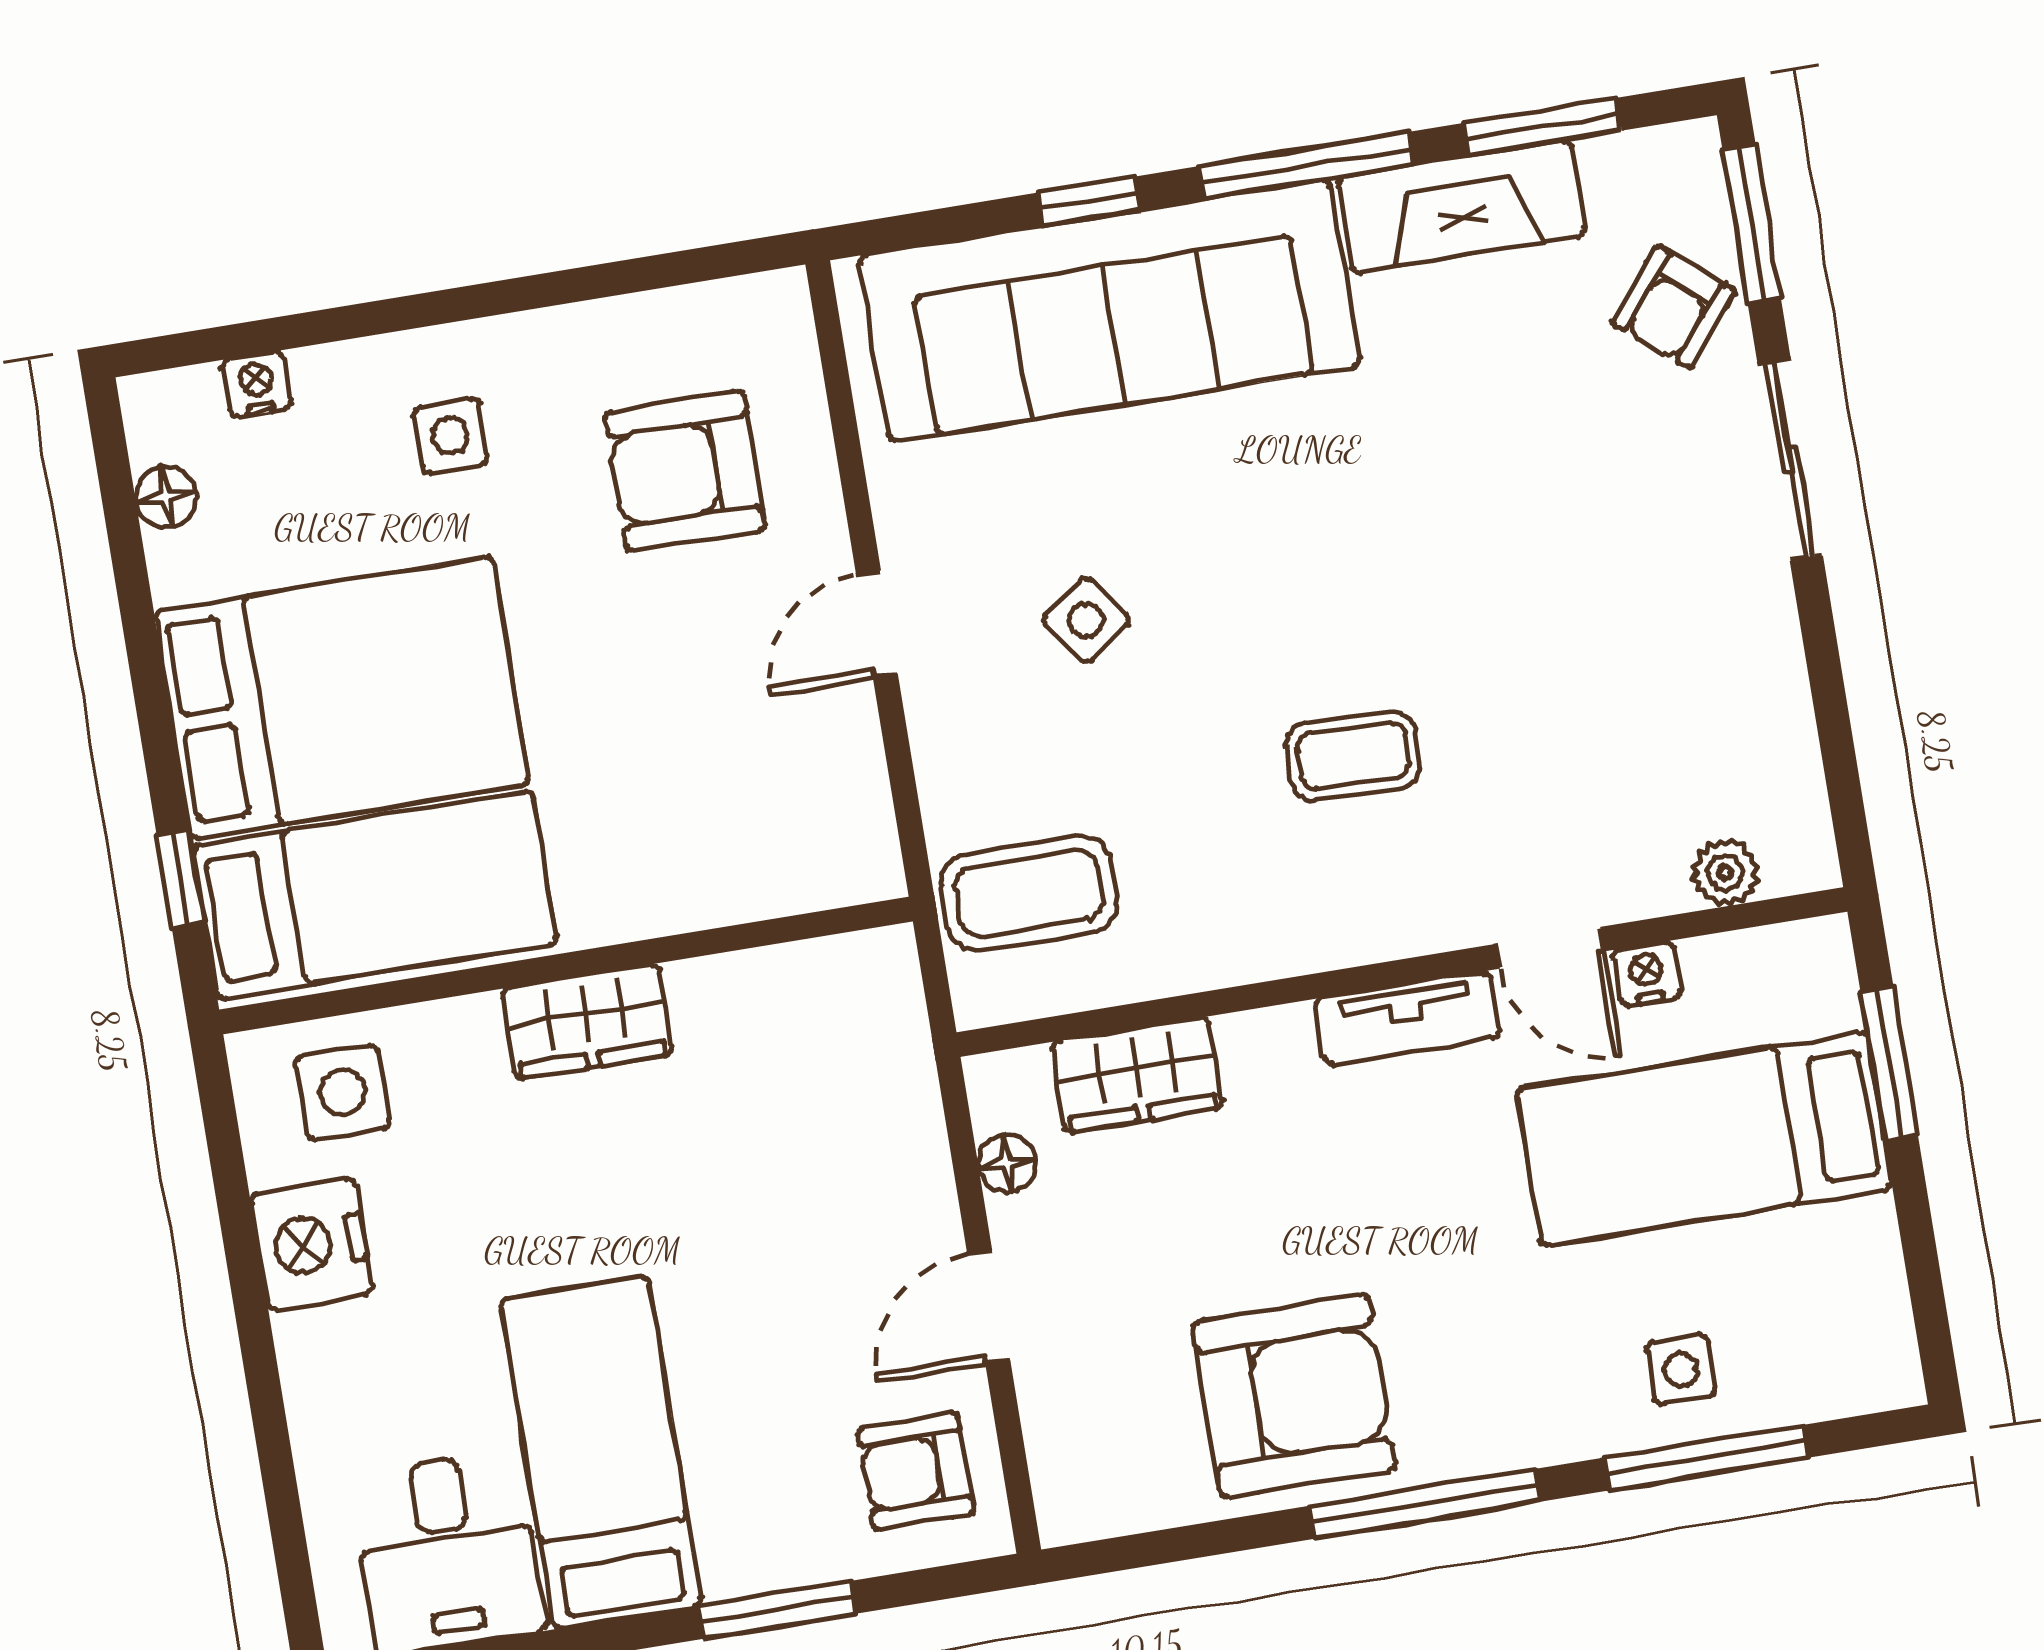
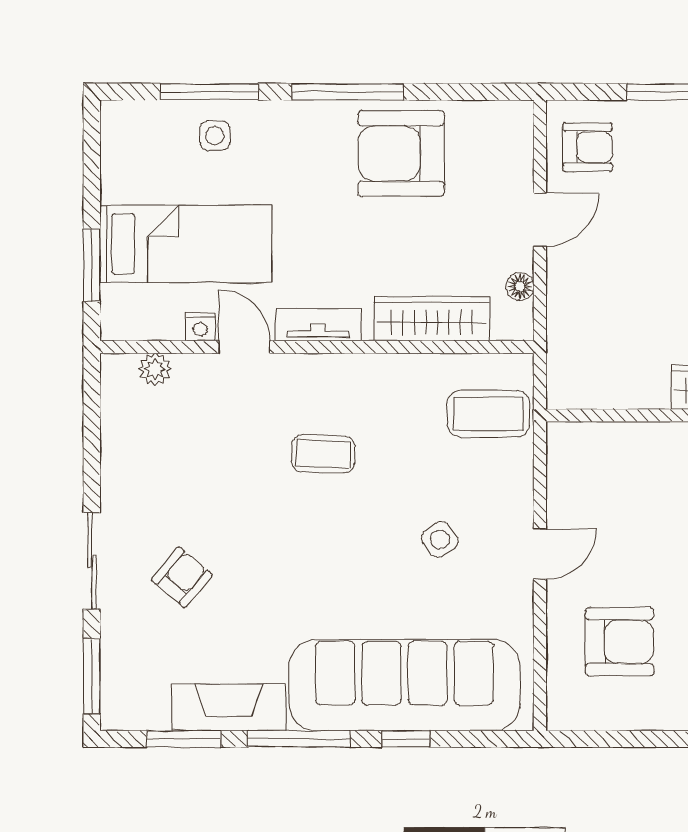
armchair: (1674, 307) -> (182, 577), moved
wardrobe: (1137, 1075) -> (432, 319), width x1.50

